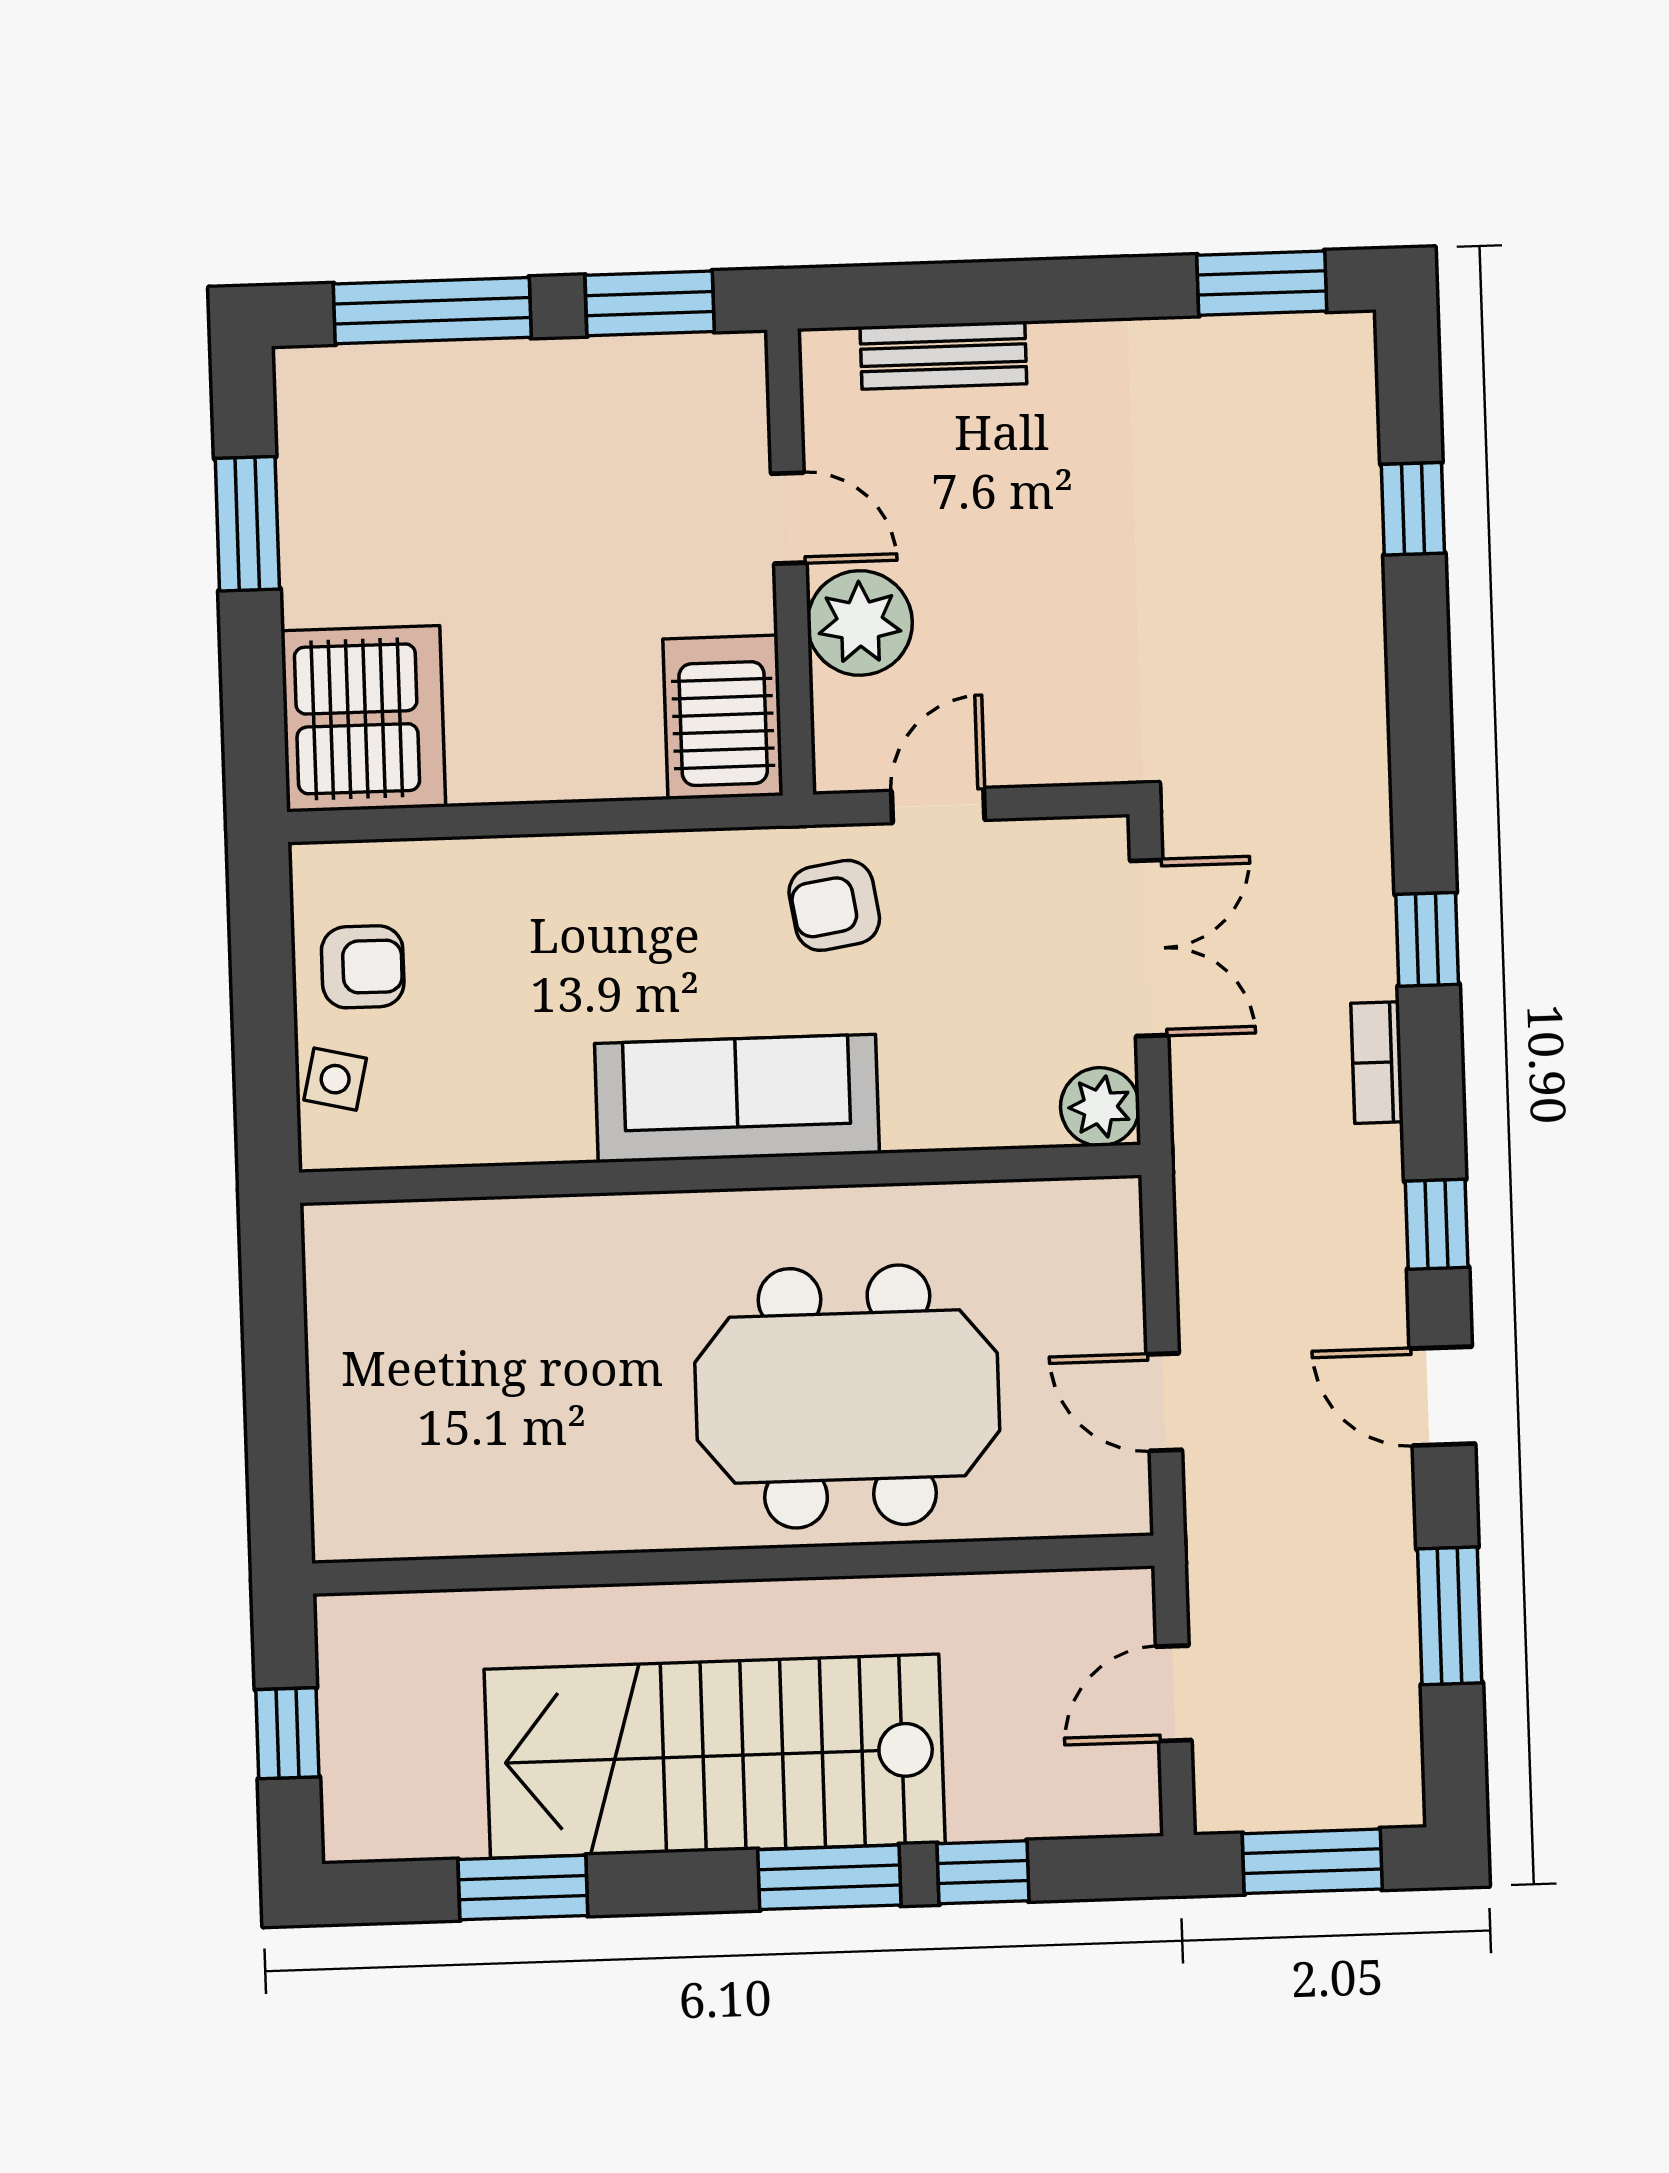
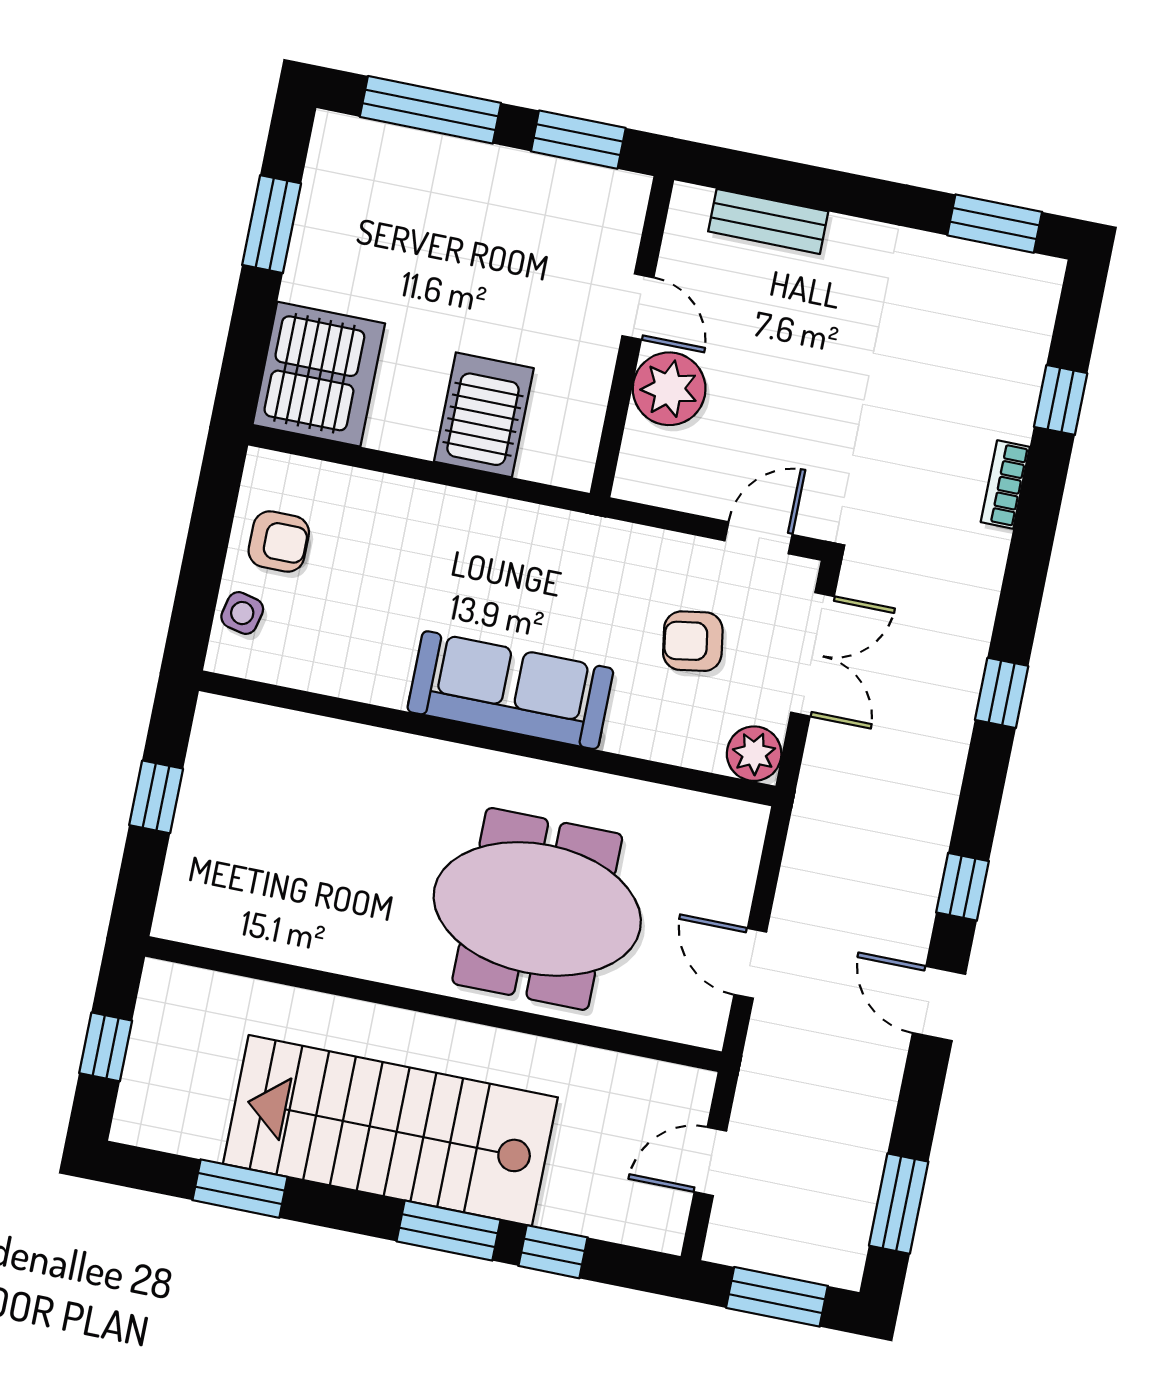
server rack: (723, 717) -> (484, 415), moved
door: (938, 805) -> (758, 538), moved
armchair: (834, 905) -> (693, 641), moved
bookcase: (1377, 1063) -> (1005, 484), moved
window: (275, 1366) -> (156, 797), added
window: (1450, 1616) -> (899, 1204), moved

